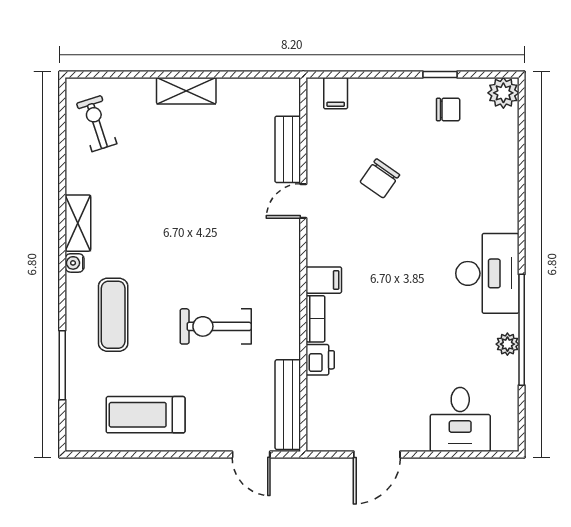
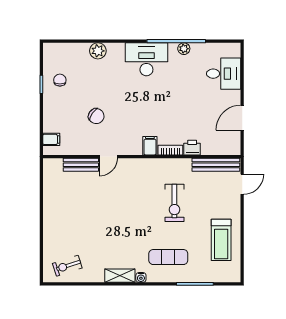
shelving: (186, 91) -> (50, 218), removed
plant: (503, 93) -> (98, 51), moved
door: (303, 201) -> (108, 157), hinge flipped
door: (377, 454) -> (242, 118), swing flipped

